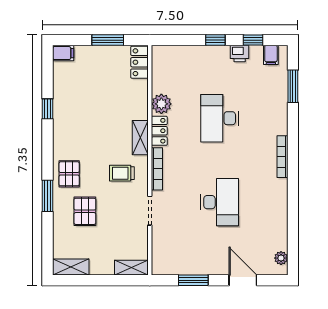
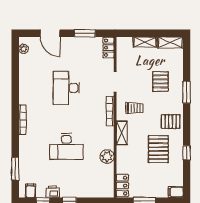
pallet: (88, 114) -> (158, 149), added
desk: (220, 118) -> (66, 146), turned 90
locker: (159, 131) -> (108, 48), moved
pallet: (69, 174) -> (171, 122), moved, turned 90
shelving: (131, 268) -> (145, 42), moved

